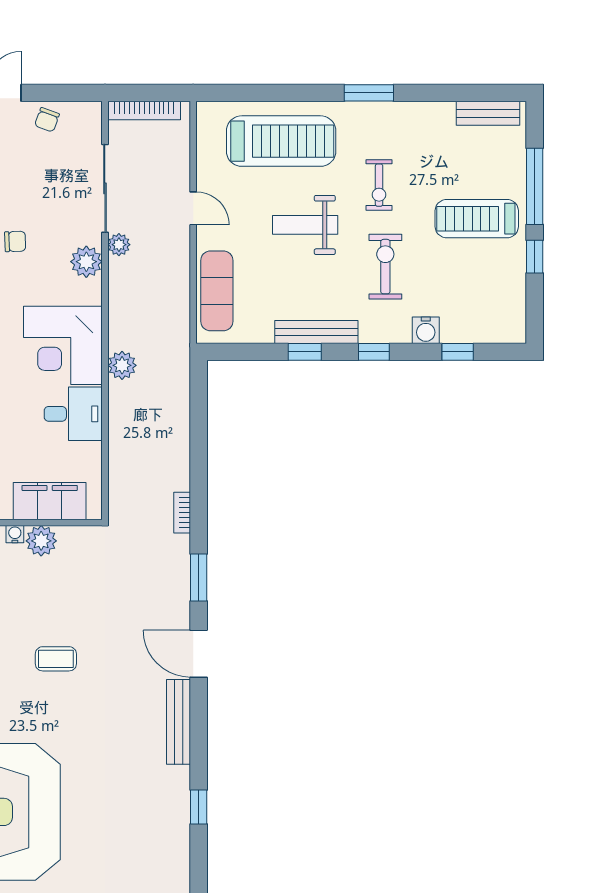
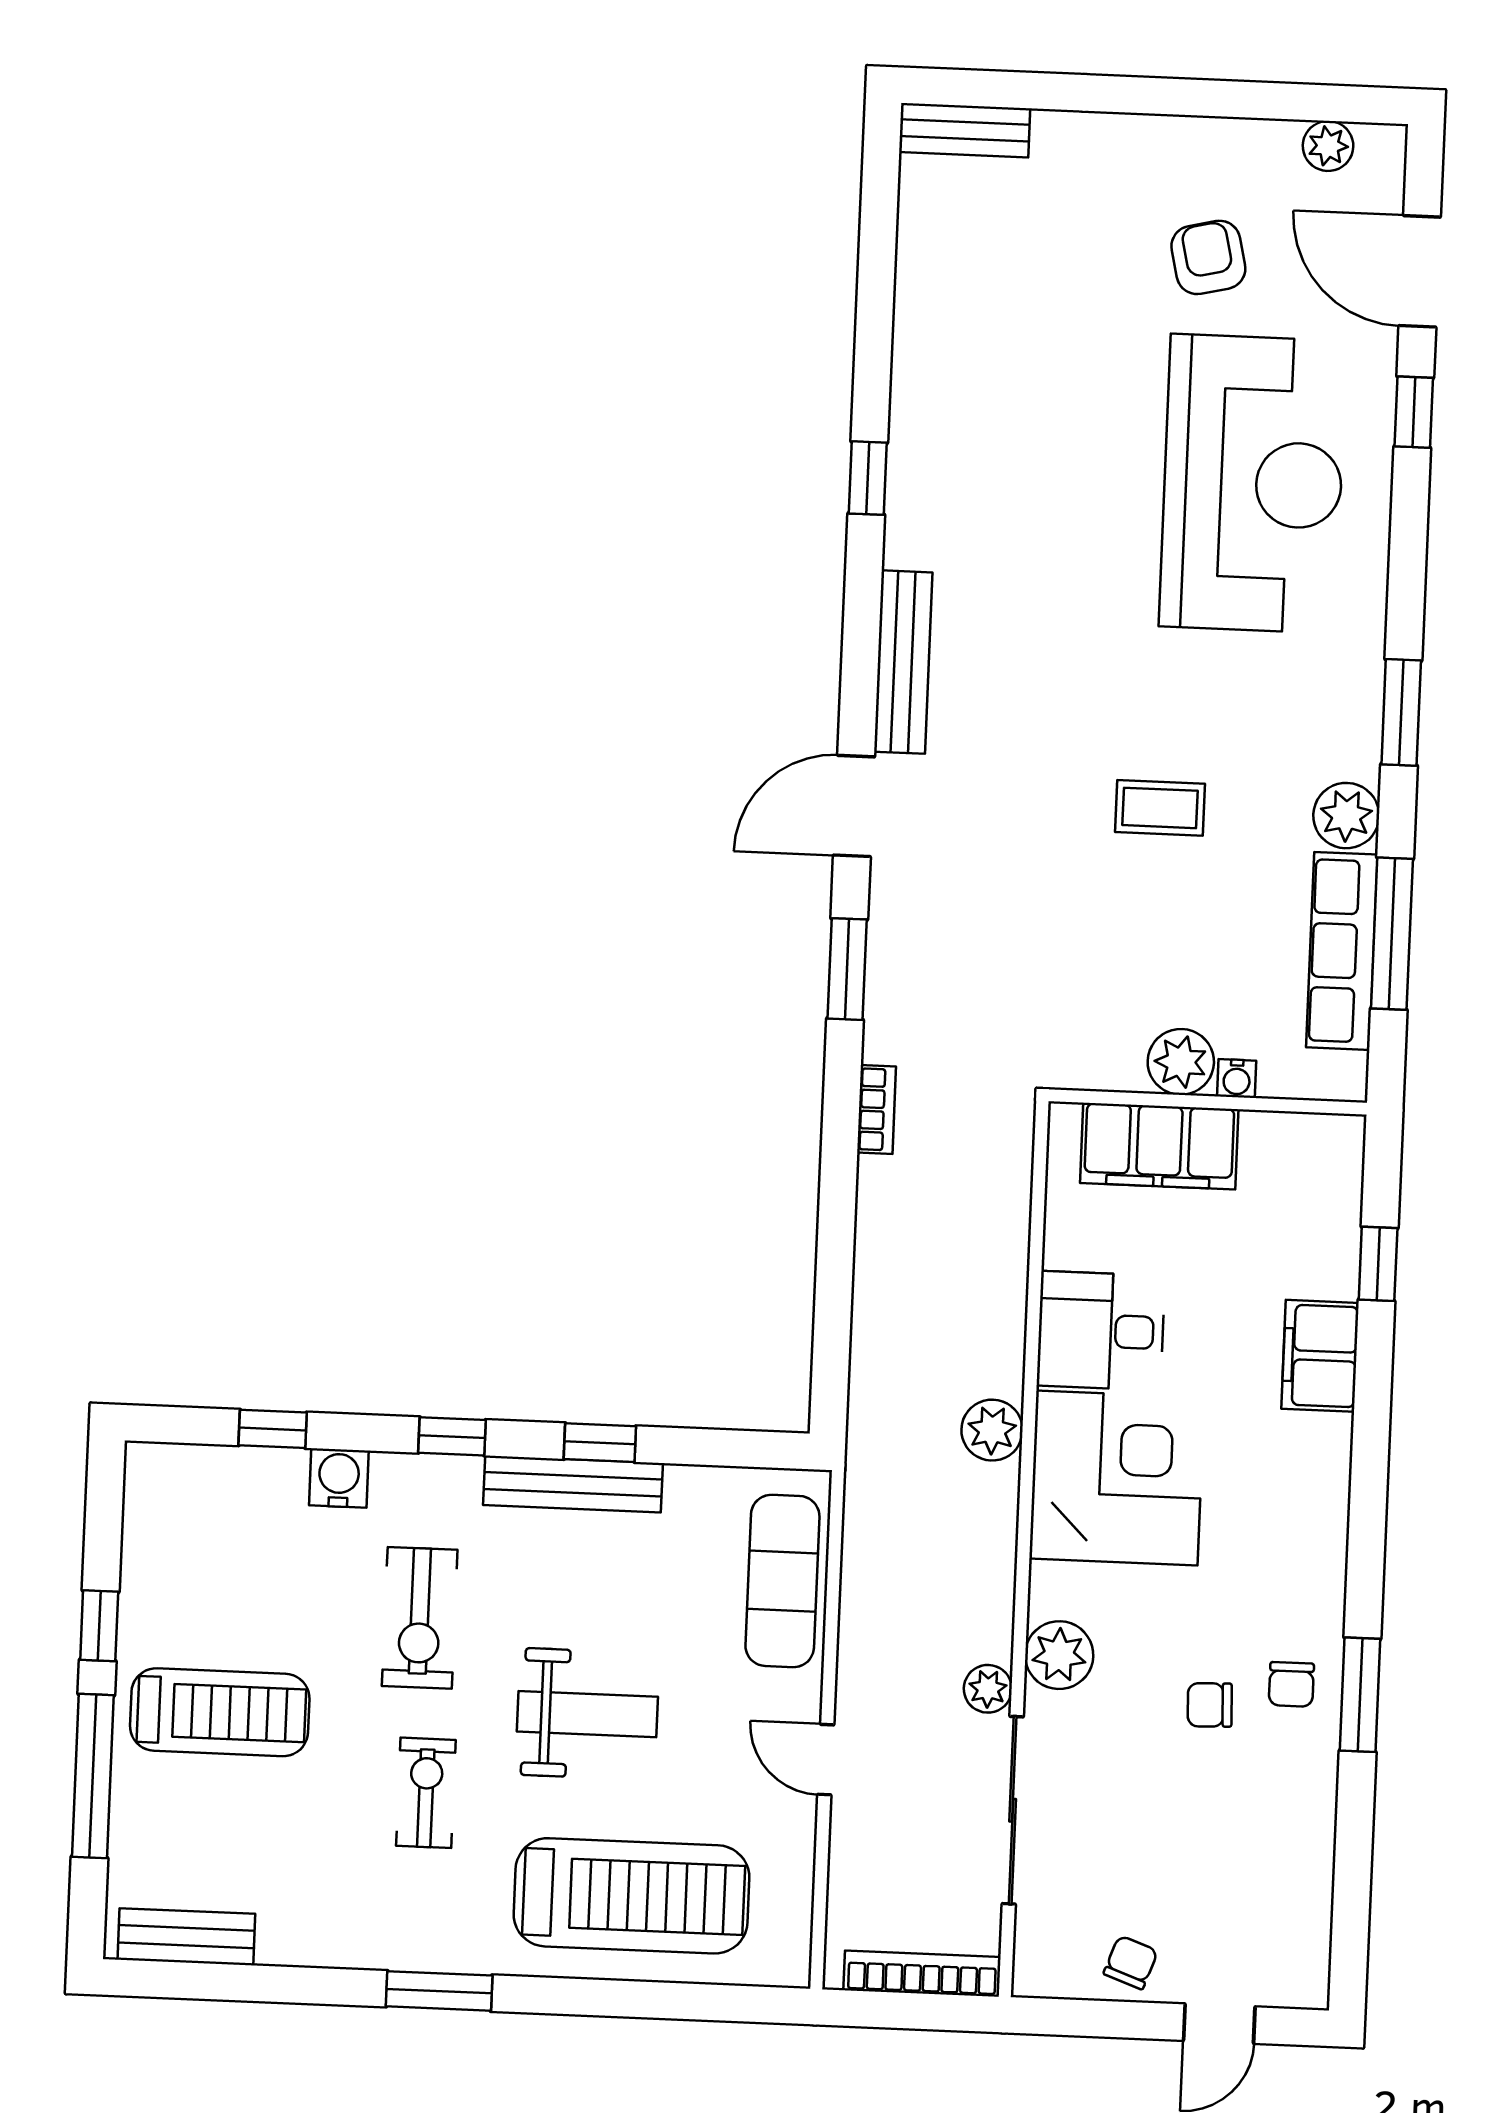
treadmill: (281, 141) -> (631, 1896), turned 180
door: (199, 654) -> (854, 806), swing flipped

